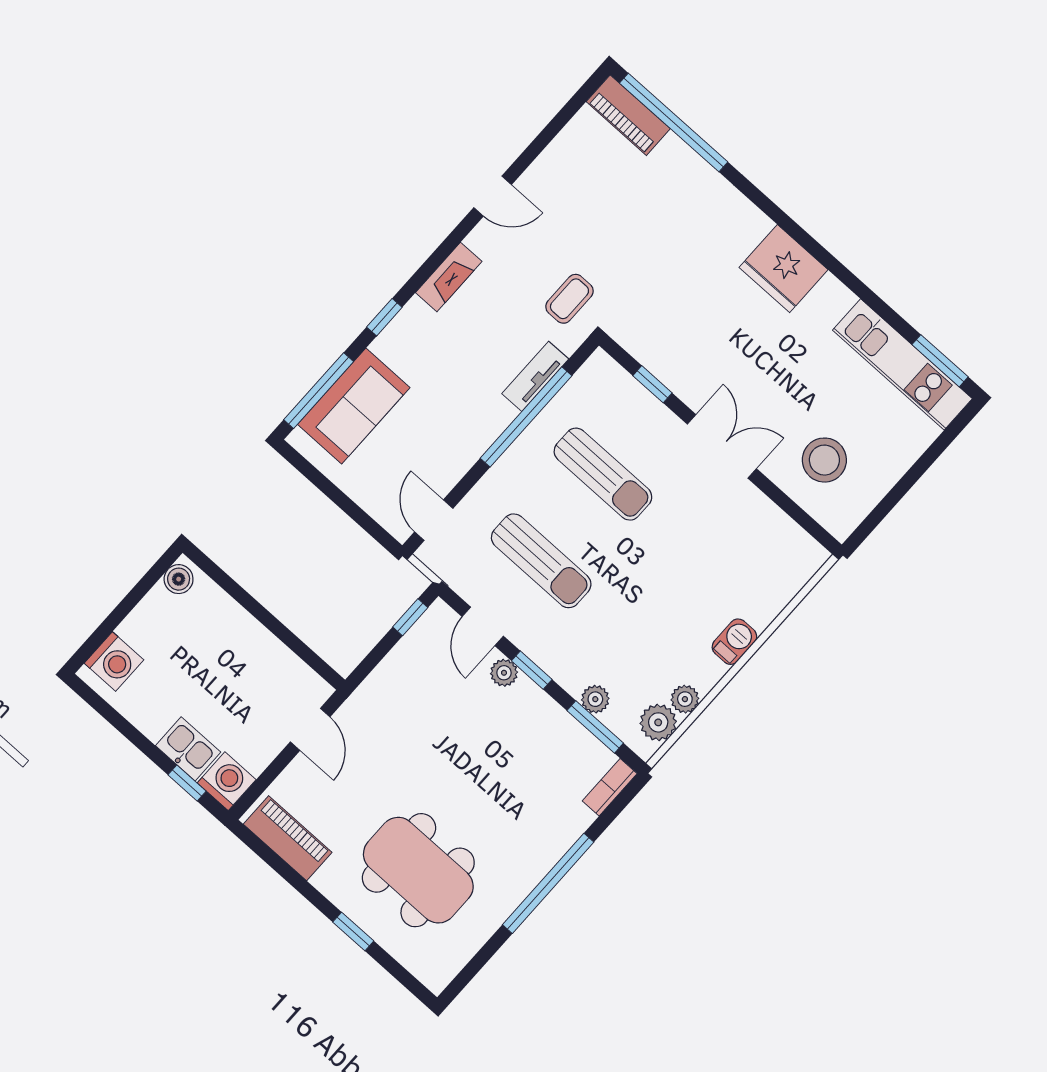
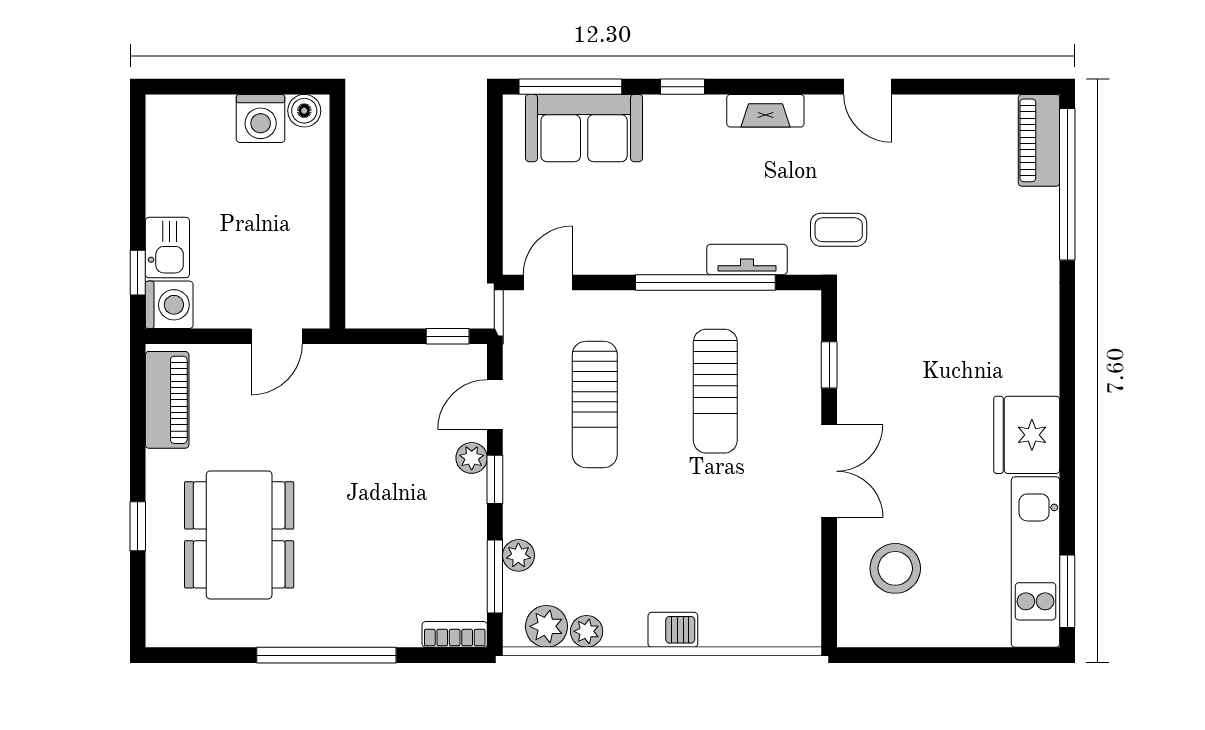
fridge: (784, 269) -> (1027, 435), moved
washing machine: (114, 662) -> (261, 118), moved

